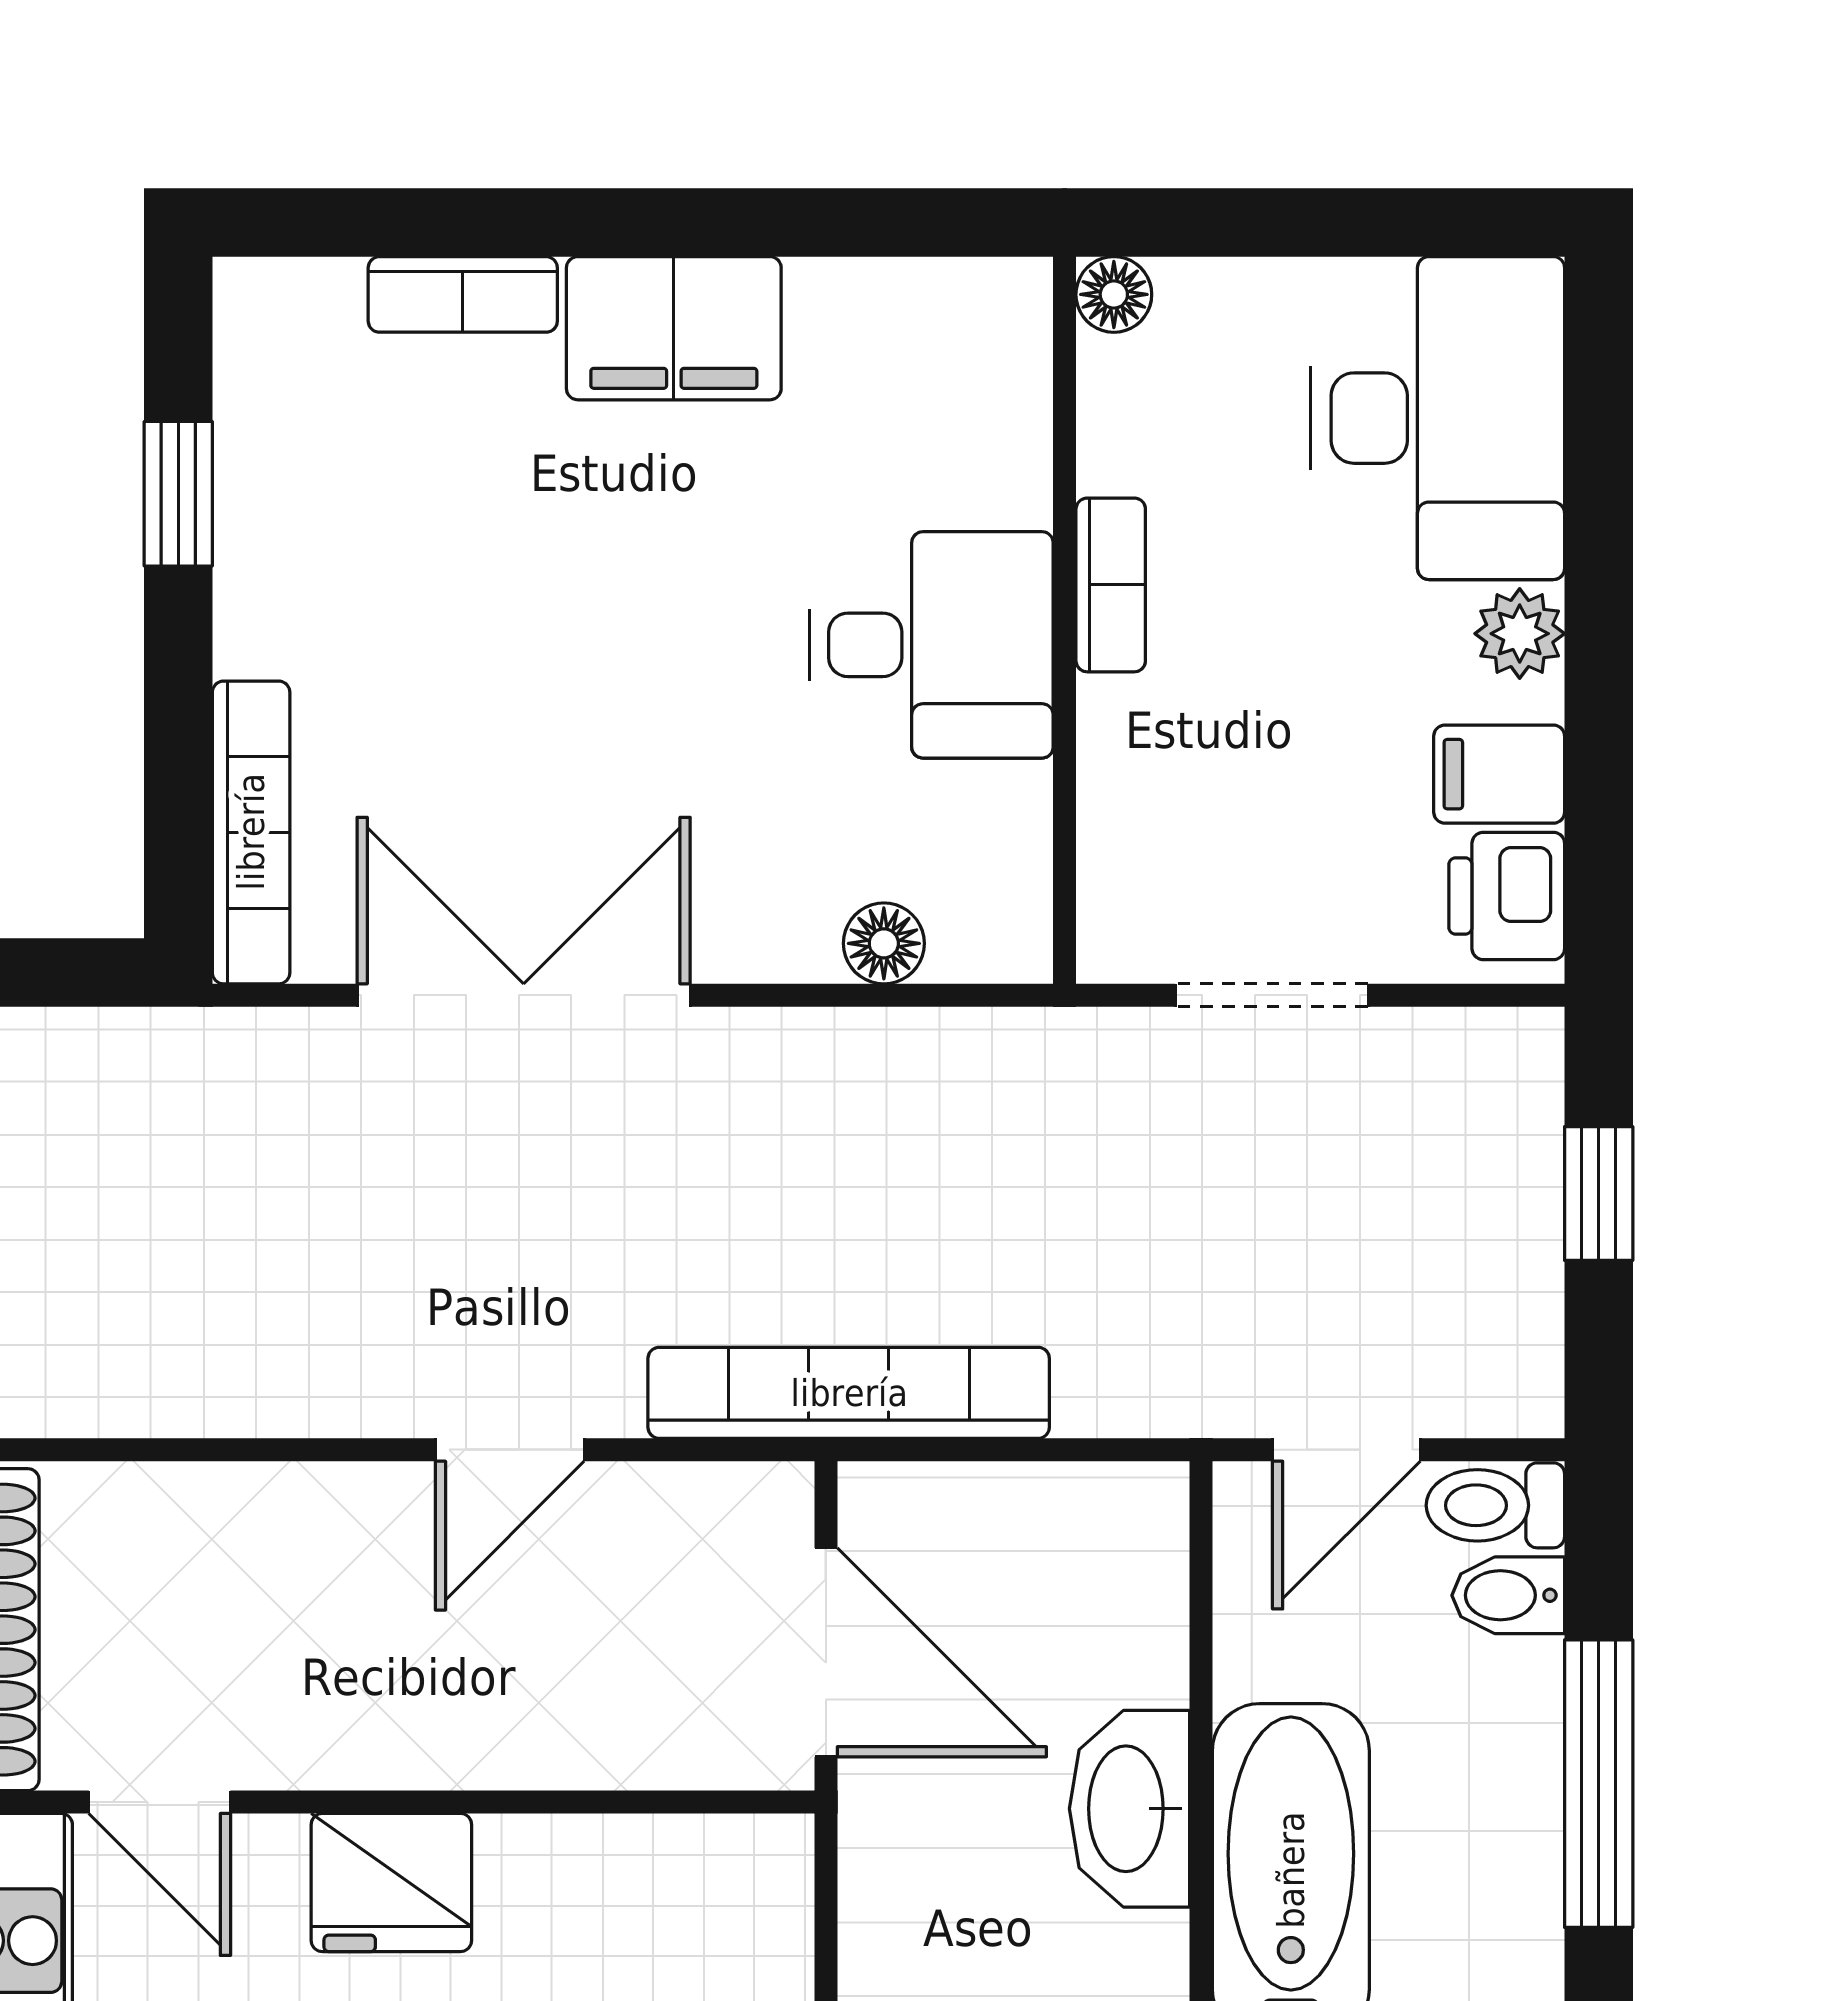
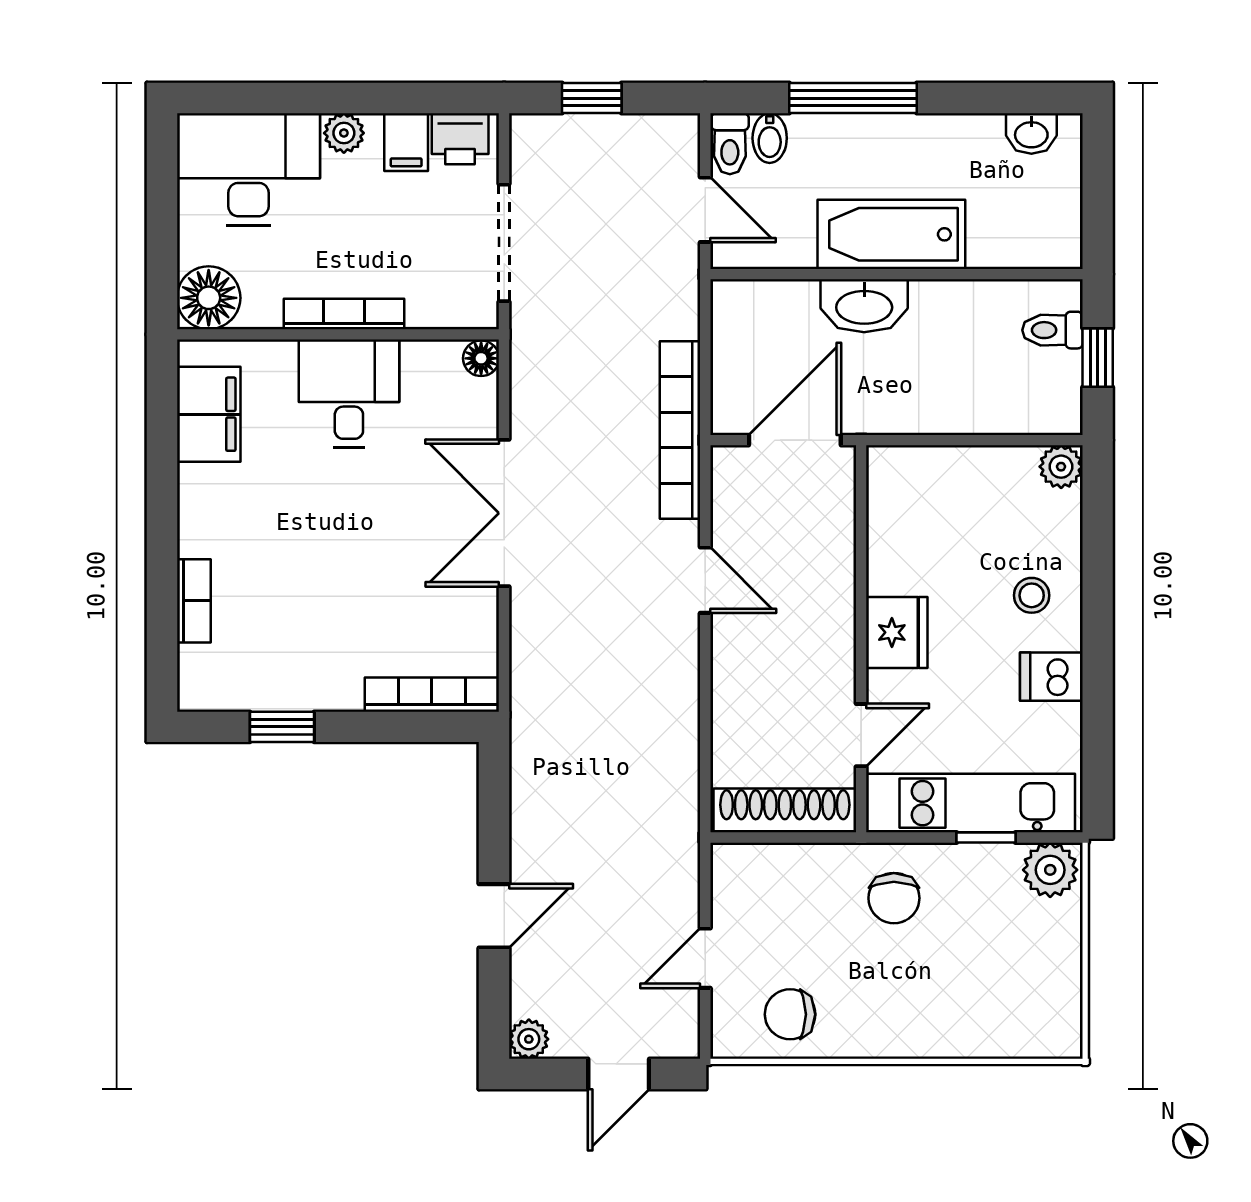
floor lamp: (1114, 294) -> (209, 298), width x1.89, depth x1.89
filing cabinet: (674, 328) -> (209, 414), moved
bookcase: (1111, 585) -> (344, 314), width x1.56
floor lamp: (884, 943) -> (481, 358), moved
double door: (524, 995) -> (504, 513), moved
doorway: (1272, 995) -> (504, 243), width x1.38

